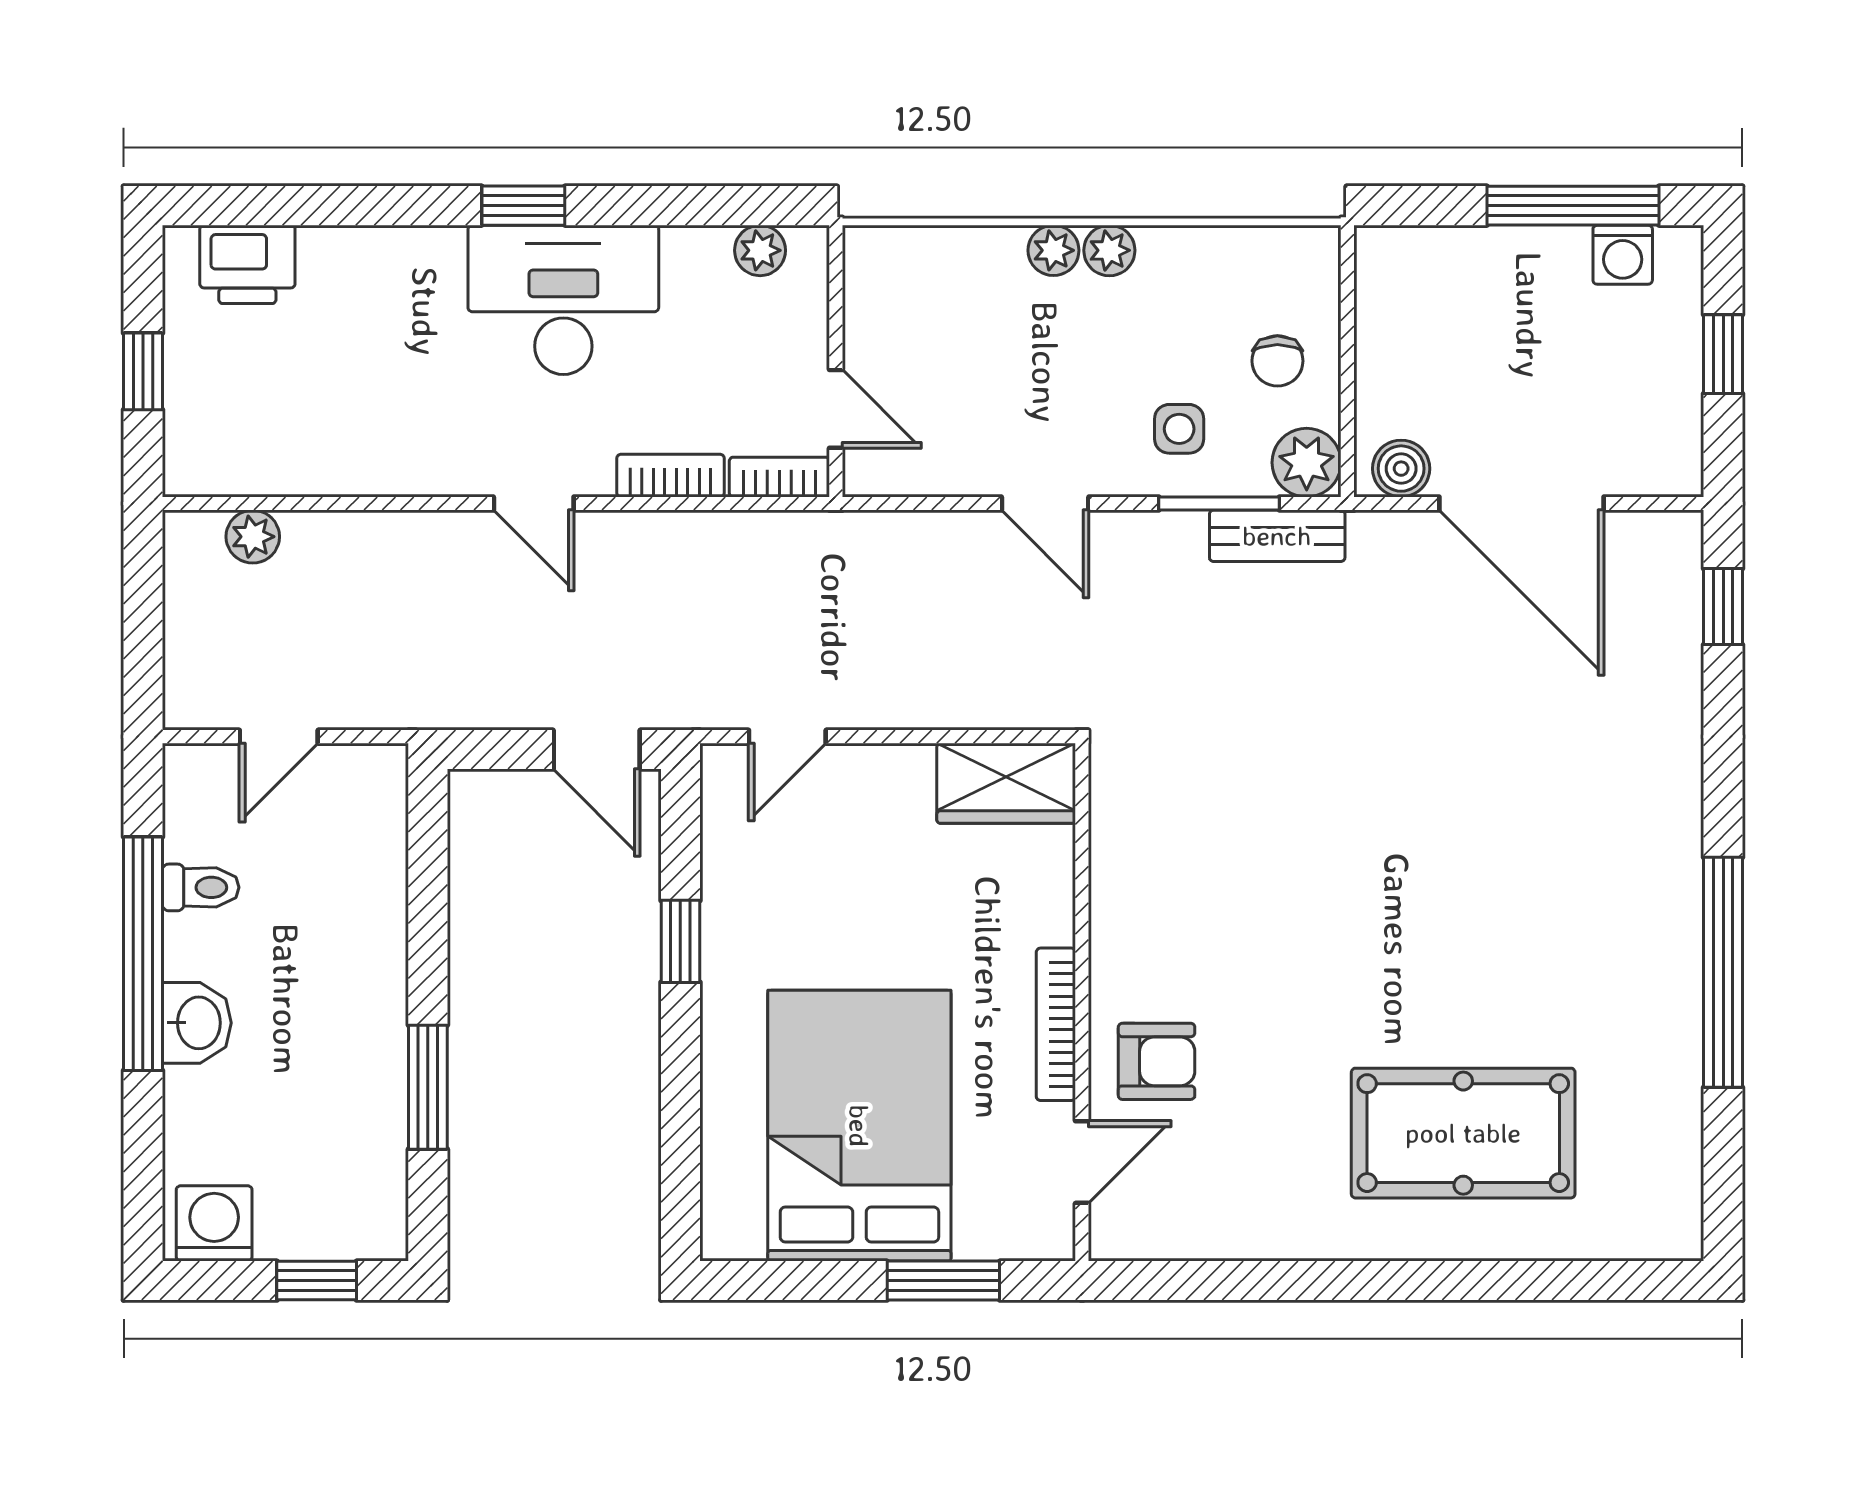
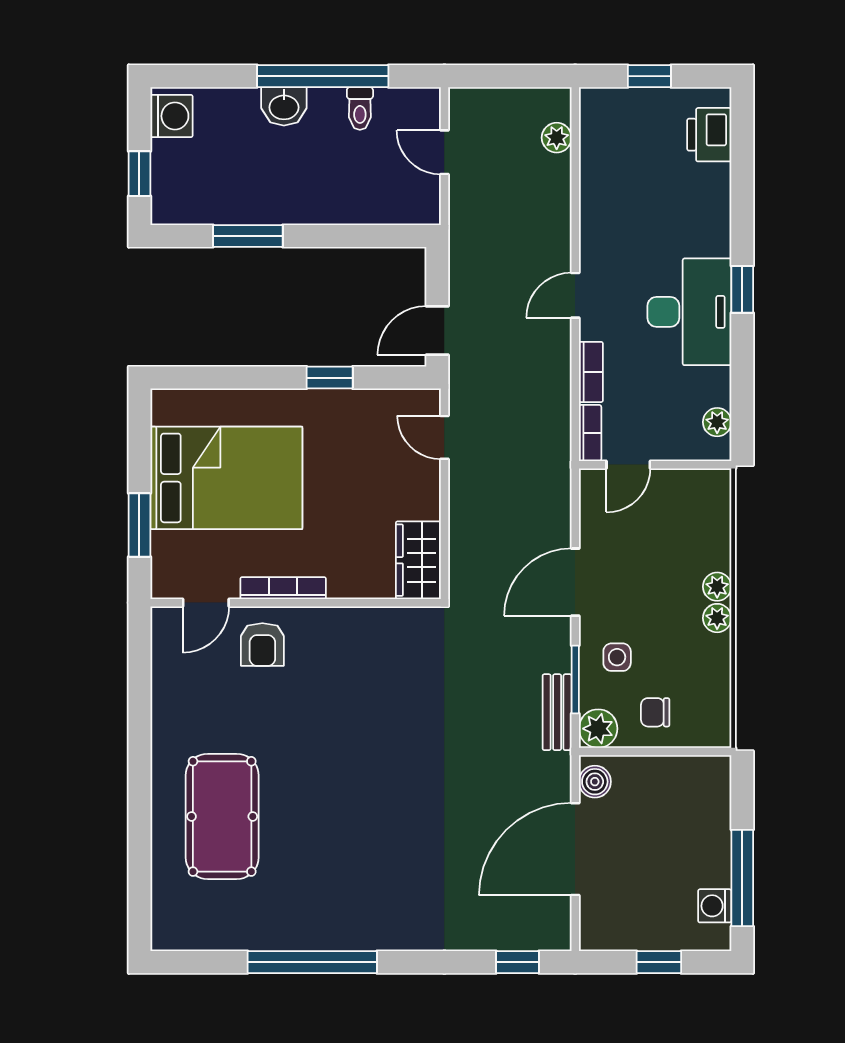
door: (1045, 503) -> (575, 582), width x1.38
door: (1082, 1162) -> (206, 603), hinge flipped

